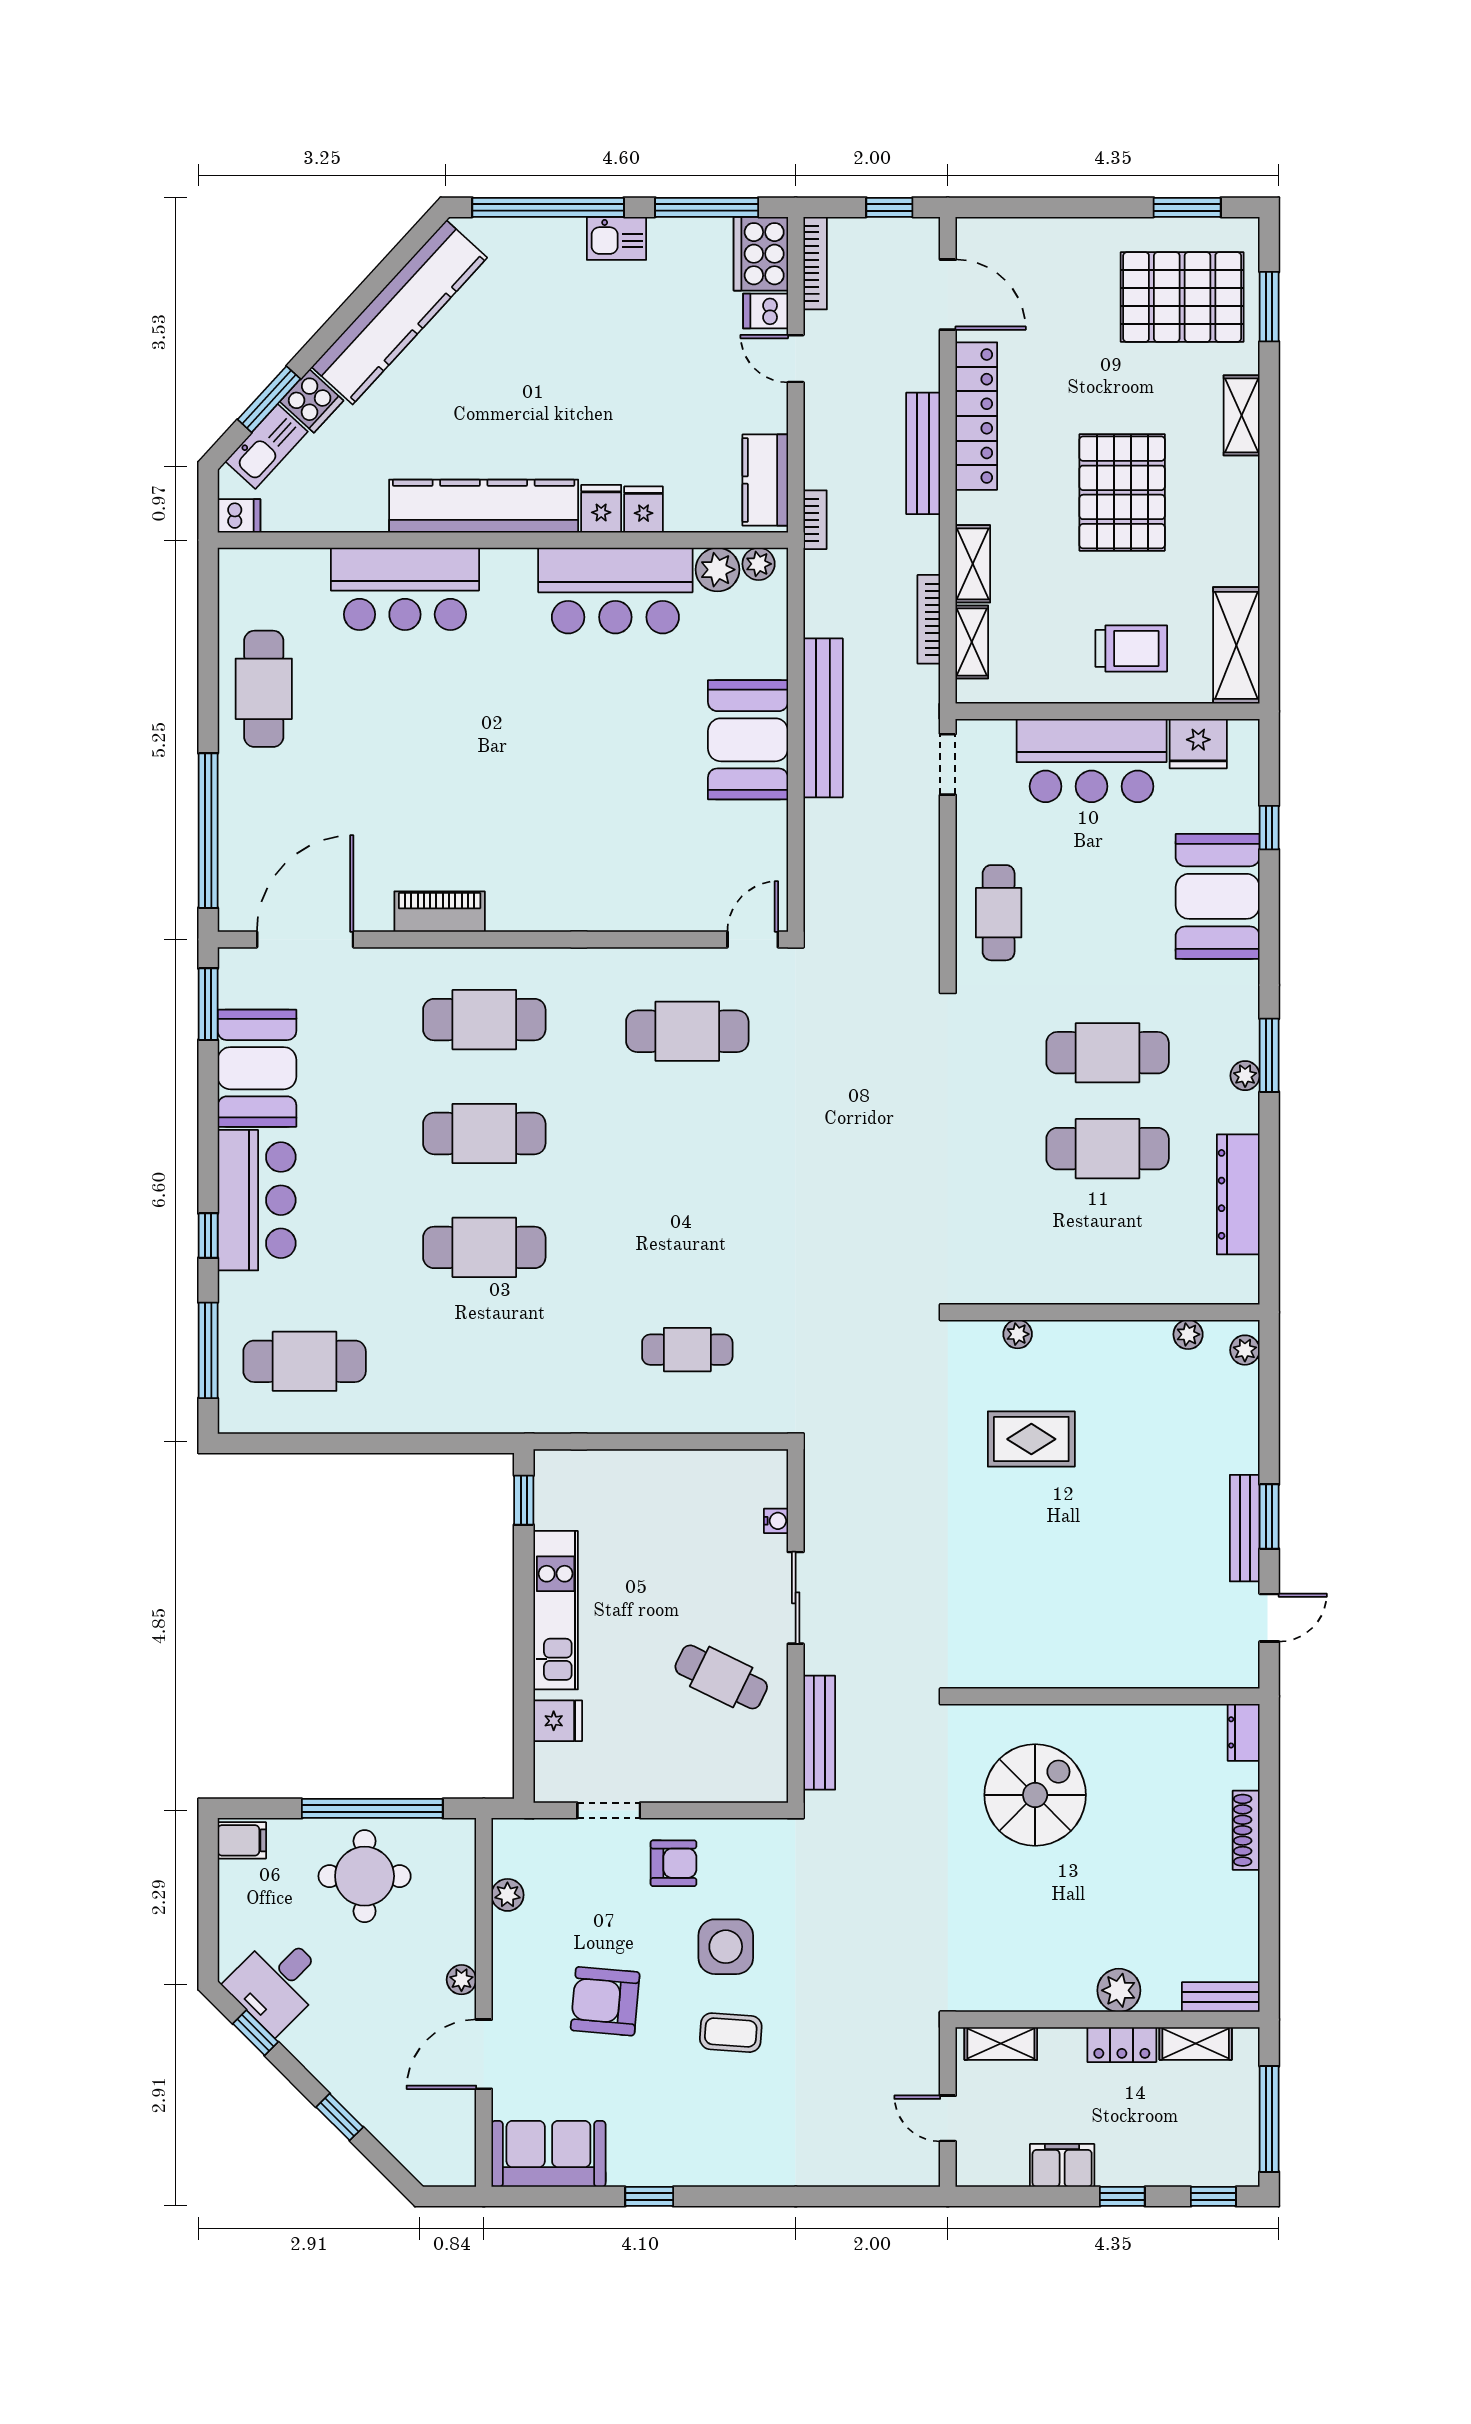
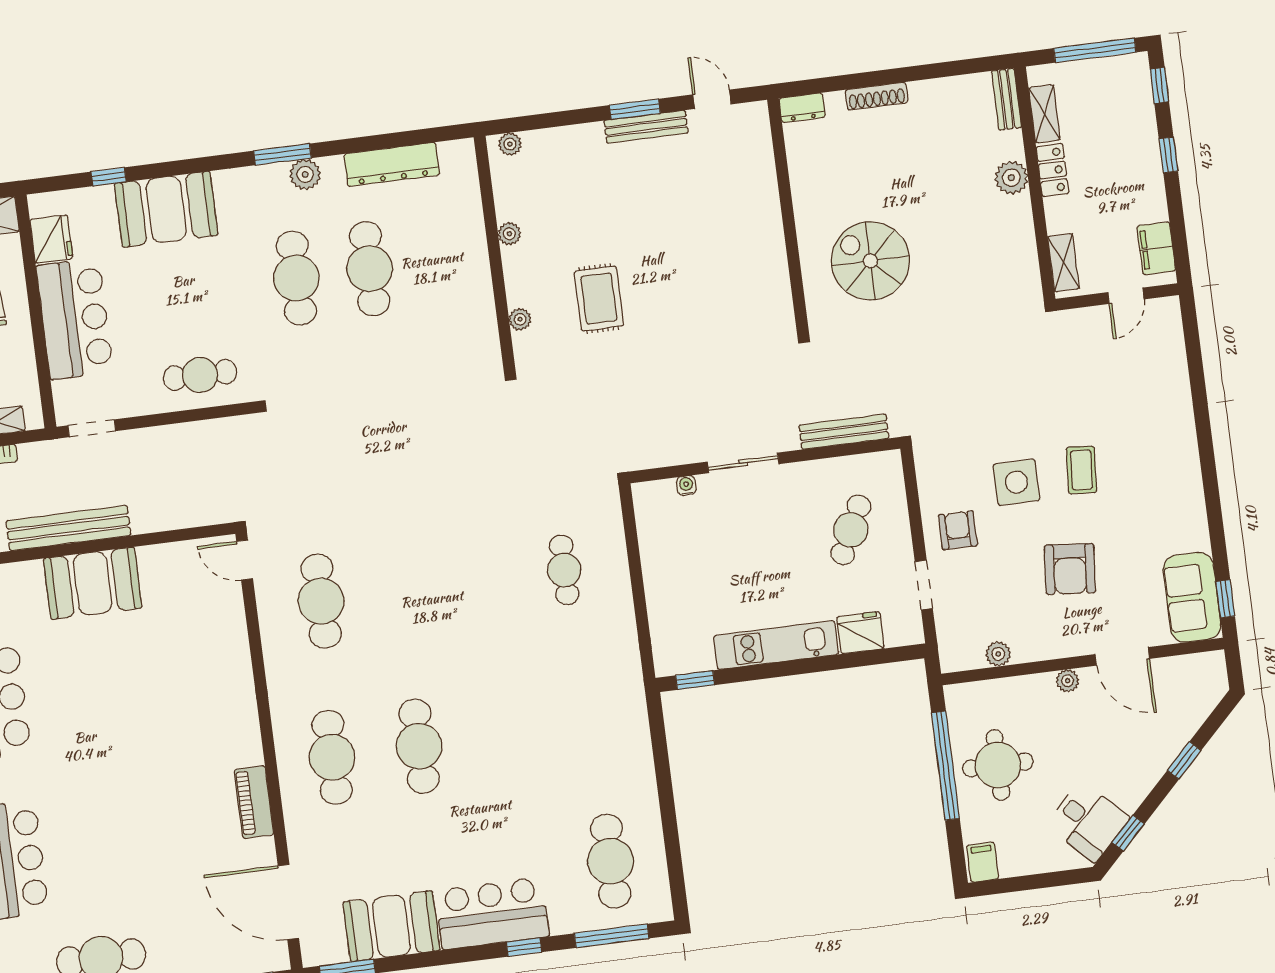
plant: (1245, 1076) -> (305, 174), width x1.38, depth x1.38
cafe table: (484, 1247) -> (506, 735), removed
plant: (1188, 1334) -> (509, 234), moved
cafe table: (721, 1677) -> (851, 530), moved
fridge: (558, 1721) -> (860, 633), width x1.38
filing cabinet: (1062, 2165) -> (1156, 248), moved
window: (649, 2196) -> (1225, 599), moved

